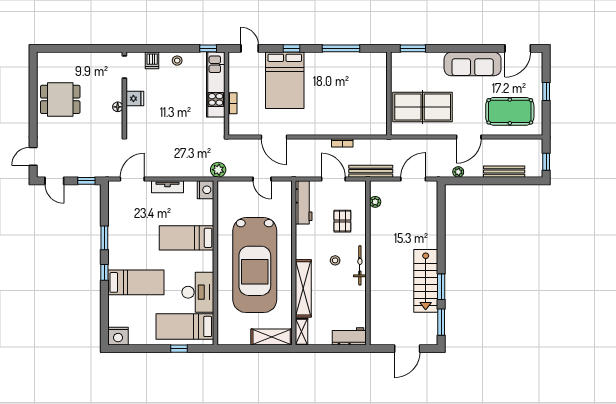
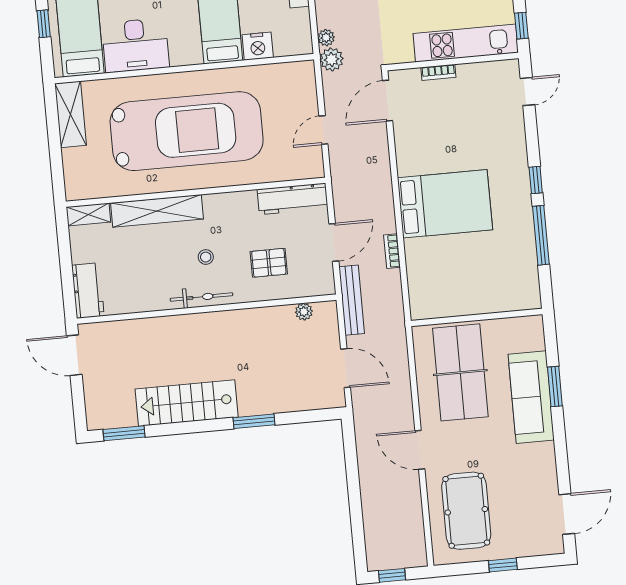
window: (291, 48) -> (536, 180), moved
window: (413, 48) -> (555, 387), moved
door: (518, 48) -> (567, 514), swing flipped
sofa: (473, 64) -> (531, 397), moved
bed: (285, 80) -> (445, 204), moved, turned 180
door: (274, 137) -> (387, 101), moved
plant: (458, 172) -> (326, 38), moved
bench: (504, 172) -> (371, 511), removed
nightstand: (206, 190) -> (258, 46), moved
car: (255, 265) -> (187, 131), turned 180
window: (441, 287) -> (254, 421), moved
shelving: (272, 337) -> (71, 114), moved
door: (407, 349) -> (74, 355), moved

